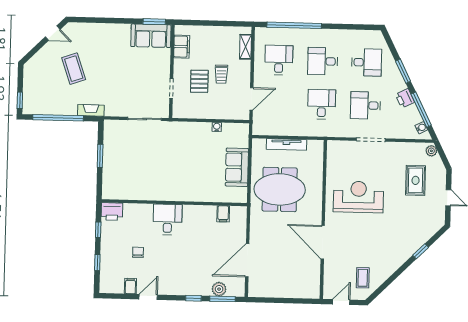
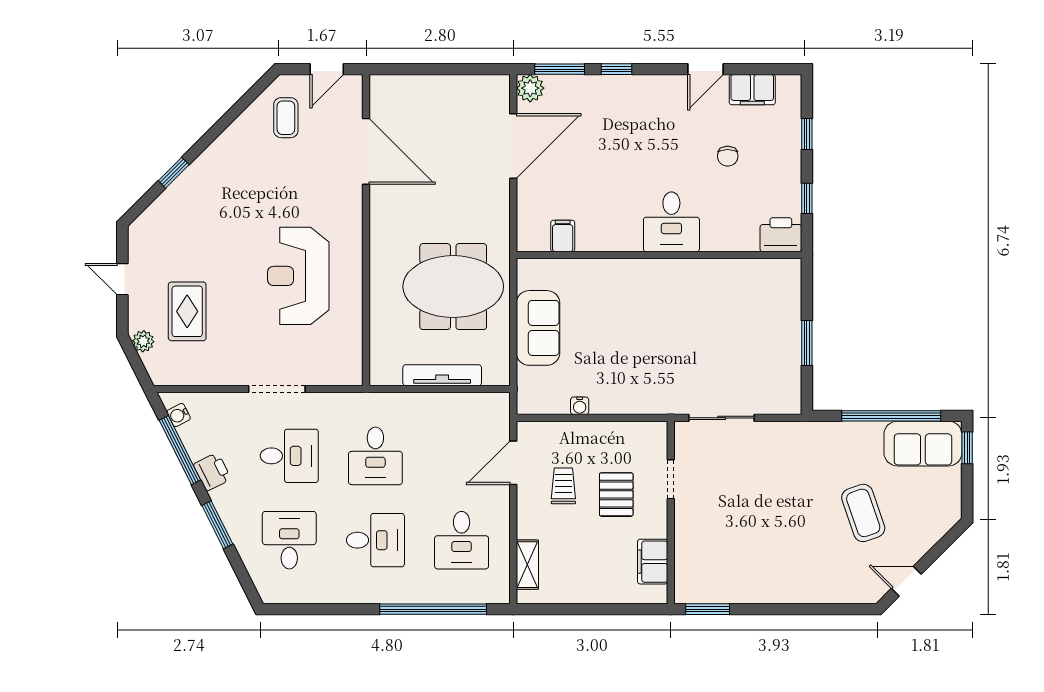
sofa: (151, 36) -> (923, 444), moved, turned 180
desk: (367, 62) -> (289, 540), turned 90
trolley: (221, 74) -> (563, 486), moved
fireplace: (91, 110) -> (827, 432), removed
plant: (431, 151) -> (143, 341), moved
reception desk: (358, 197) -> (298, 276), turned 90
door: (323, 242) -> (366, 151), moved
filing cabinet: (130, 286) -> (752, 90), width x2.00
plant: (219, 289) -> (530, 88), moved

